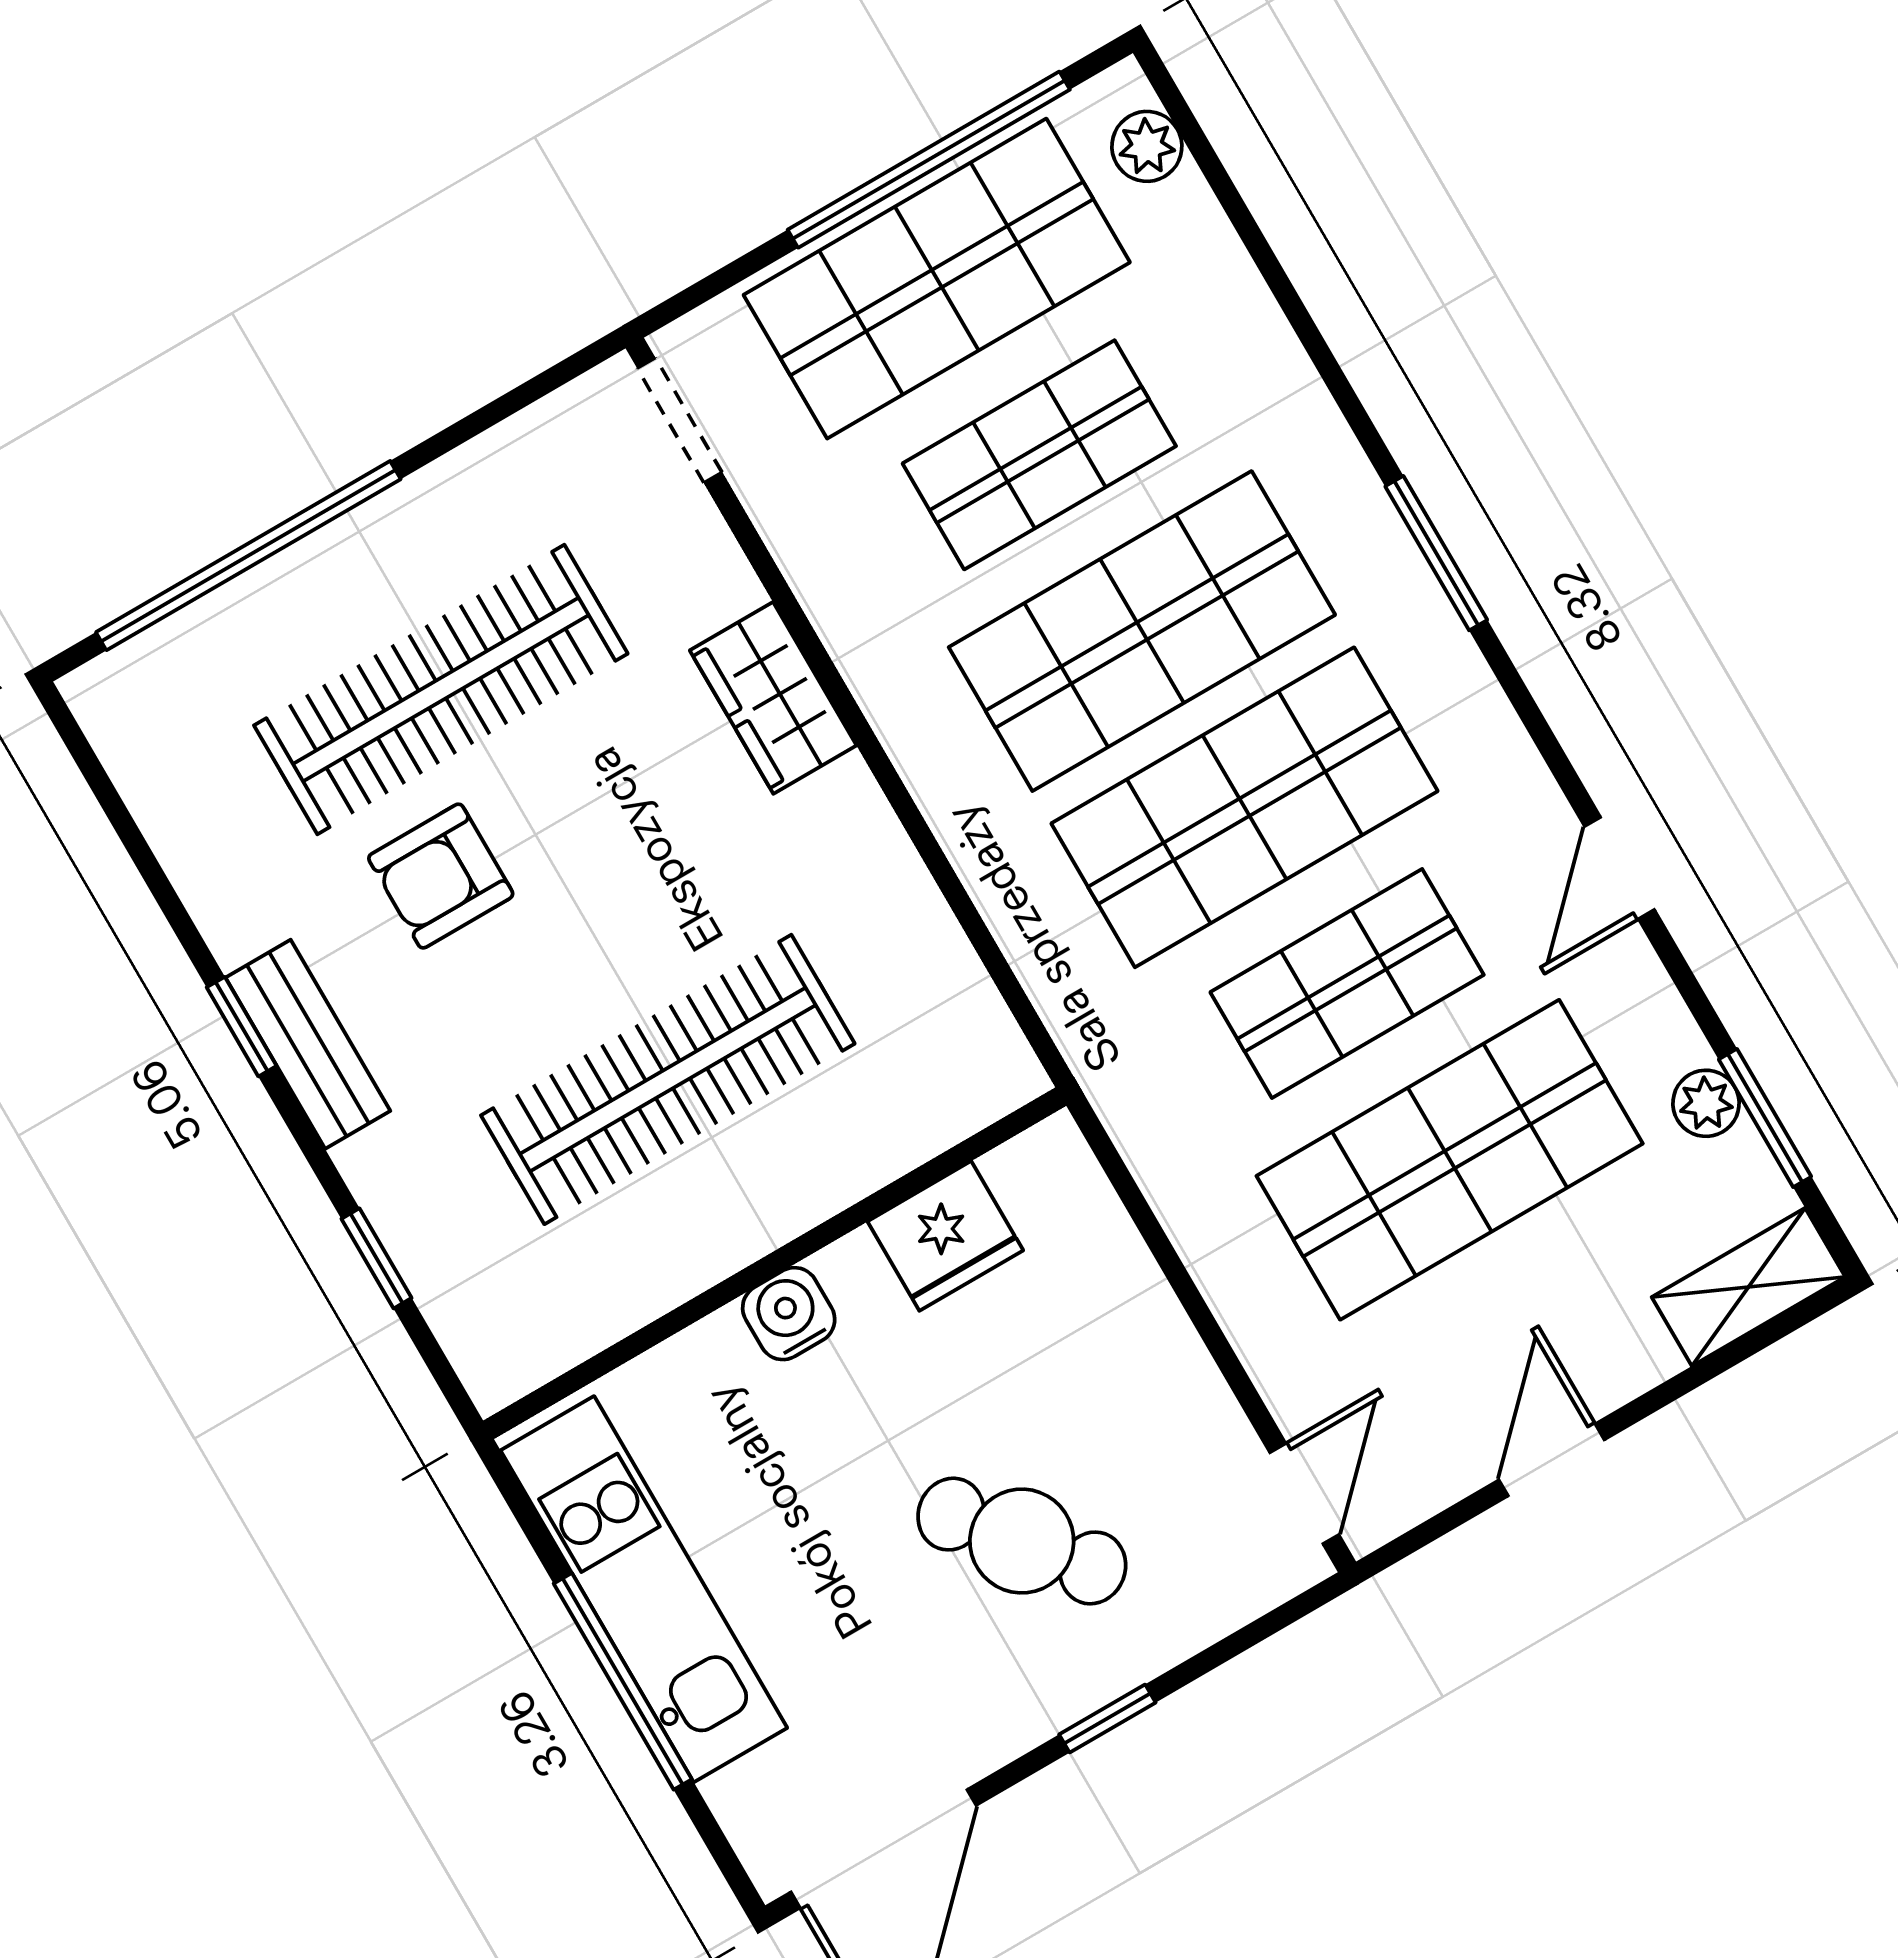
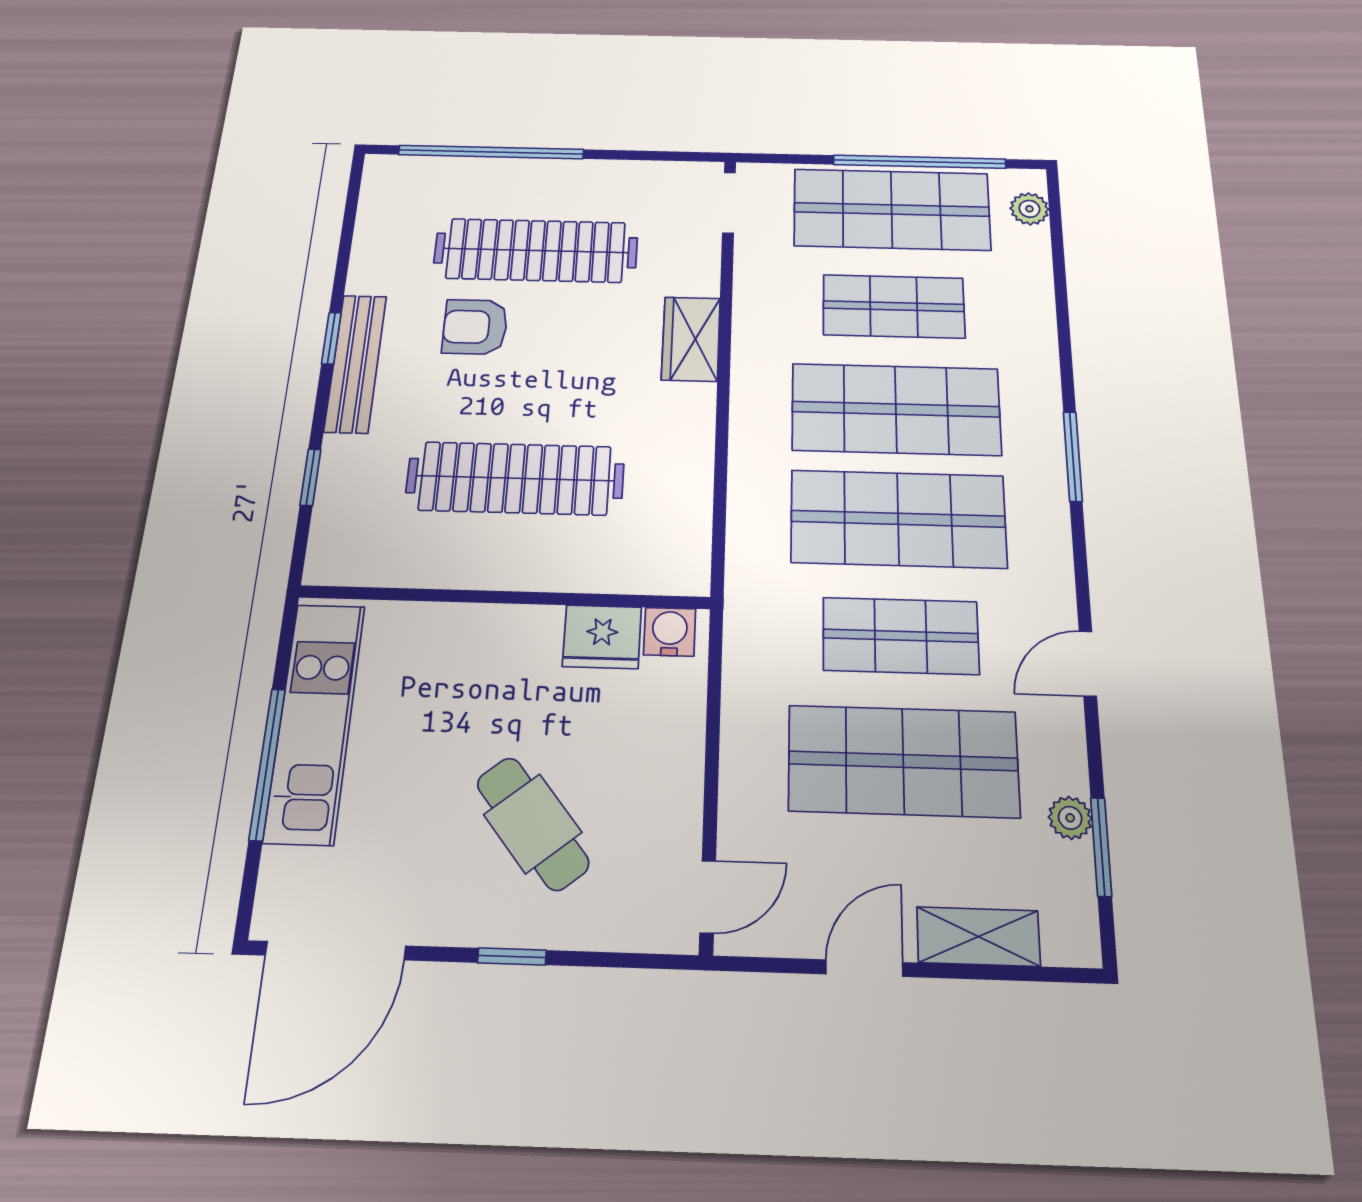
bench: (308, 1044) -> (356, 363), width x1.36
shelving: (1748, 1287) -> (978, 936), moved
water cooler: (789, 1314) -> (670, 632), moved

